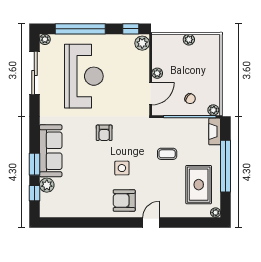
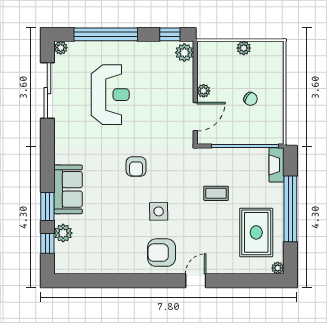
reception desk: (84, 76) -> (110, 95), width x0.74, depth x0.77
chair: (190, 99) -> (251, 99), moved
plant: (213, 110) -> (275, 138), removed
sofa: (51, 151) -> (68, 189), width x0.73

